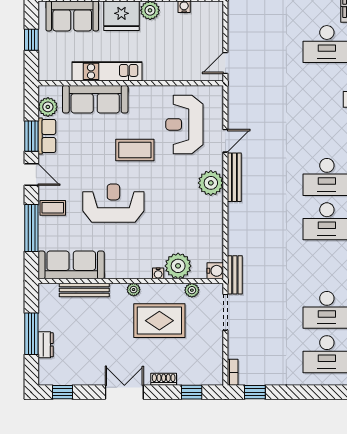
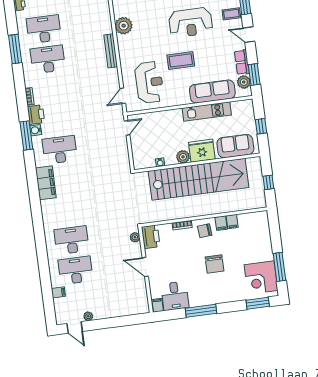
window: (31, 136) -> (254, 75), moved
door: (225, 141) -> (123, 96), moved
plant: (211, 183) -> (124, 26), moved

